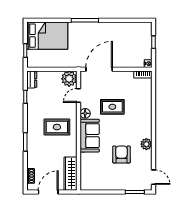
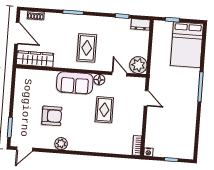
door: (99, 69) -> (146, 98), width x0.53

